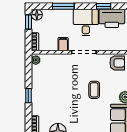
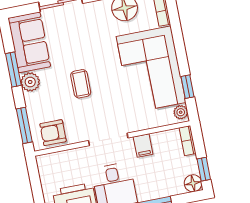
corner sofa: (49, 90) -> (151, 69), added
window: (28, 96) -> (188, 87), moved

